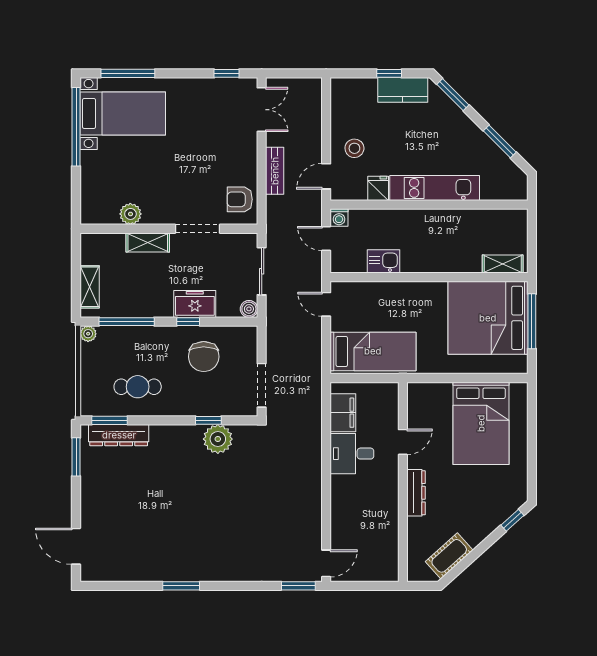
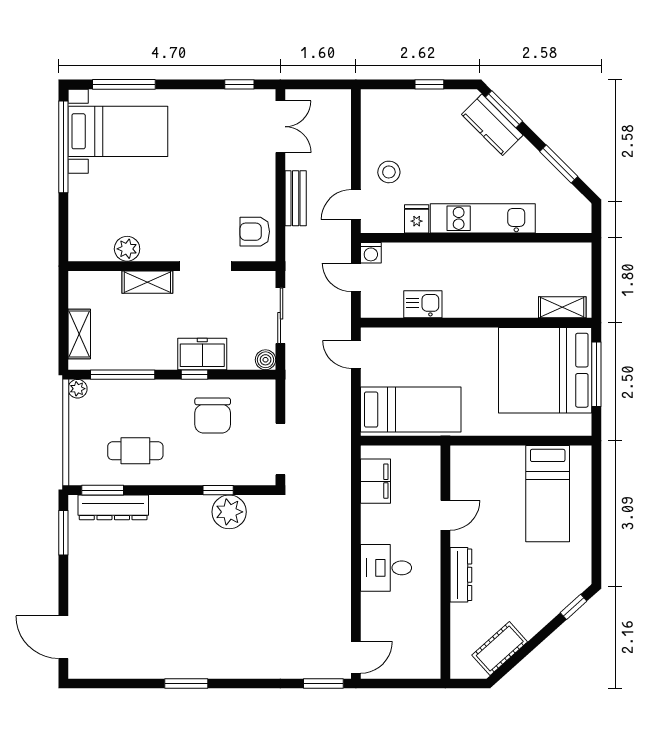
kitchen counter: (403, 90) -> (492, 125), moved, turned 45
bed: (481, 423) -> (548, 494), width x0.67
desk: (352, 454) -> (386, 568), moved

